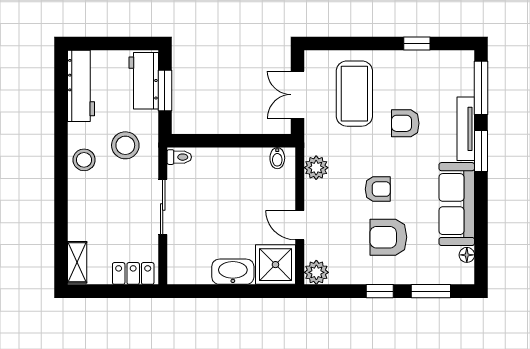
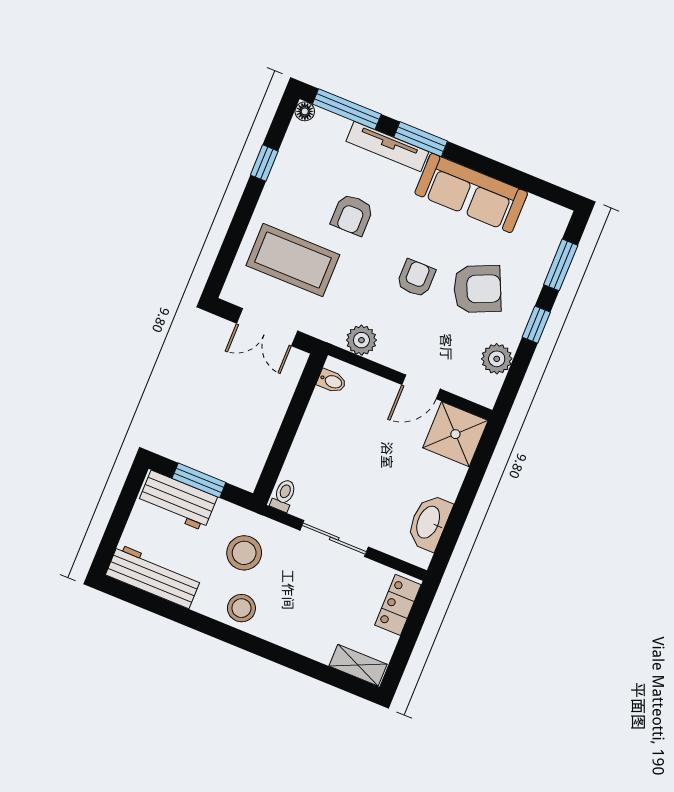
armchair: (388, 237) -> (477, 289), turned -114
floor lamp: (467, 255) -> (305, 111), moved
washbasin: (233, 272) -> (429, 523), moved
plant: (316, 272) -> (497, 359), moved

